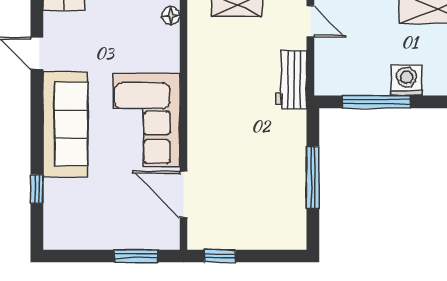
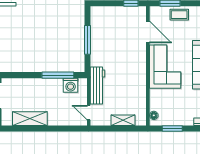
workbench: (292, 80) -> (97, 85), width x1.38
washing machine: (407, 80) -> (71, 85), moved
coffee table: (116, 232) -> (179, 15), added

